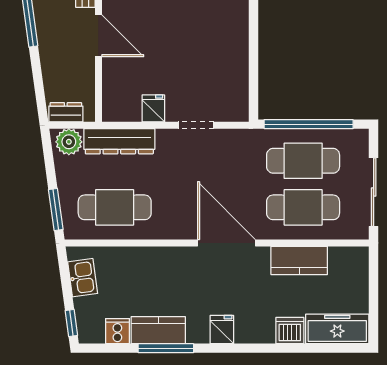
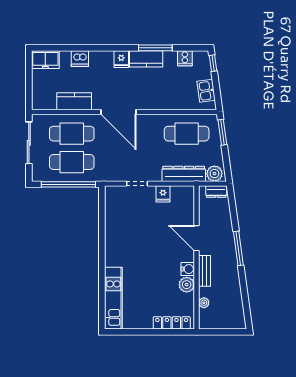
freezer: (337, 329) -> (45, 60), width x0.71
kitchen counter: (158, 330) -> (146, 59), moved

